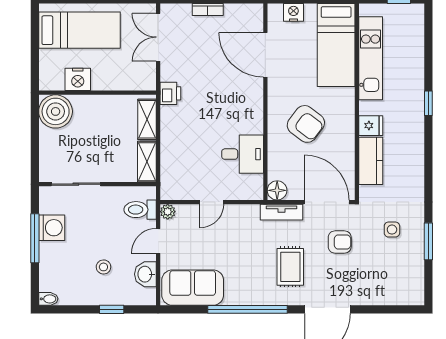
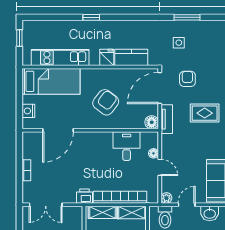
bookcase: (169, 145) -> (120, 197), added
floor lamp: (232, 193) -> (154, 153), added
door: (158, 241) -> (187, 205), swing flipped

